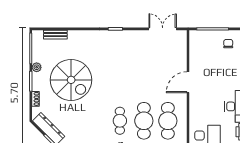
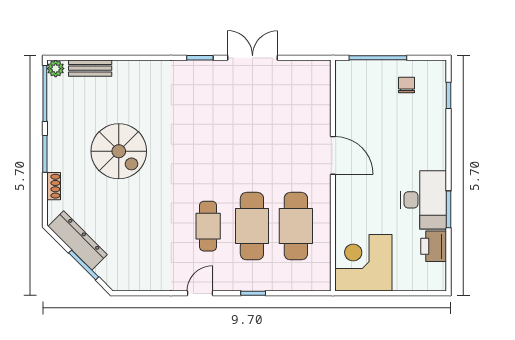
double door: (163, 29) -> (253, 58), moved
plant: (37, 67) -> (56, 69), moved
spiral stairs: (71, 80) -> (119, 151), width x0.73, depth x0.73
door: (188, 82) -> (333, 155), swing flipped

